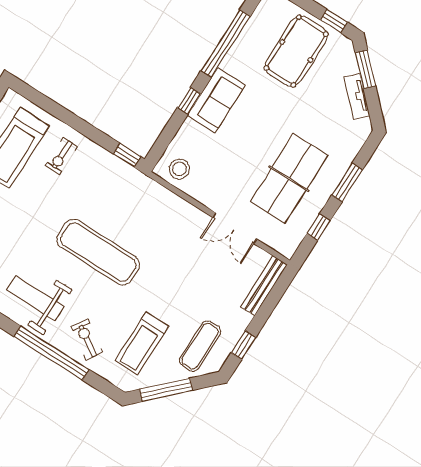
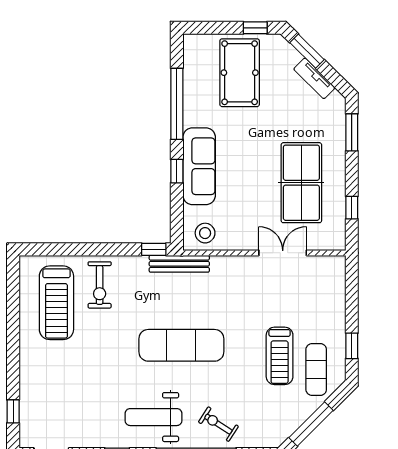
sofa: (216, 100) -> (199, 166), width x1.36
exercise bike: (61, 156) -> (100, 285), width x1.38, depth x1.39
window: (347, 182) -> (352, 132), moved
double door: (235, 228) -> (283, 253), swing flipped
bench: (264, 286) -> (179, 264), moved, turned 90
treadmill: (142, 343) -> (280, 356), moved

